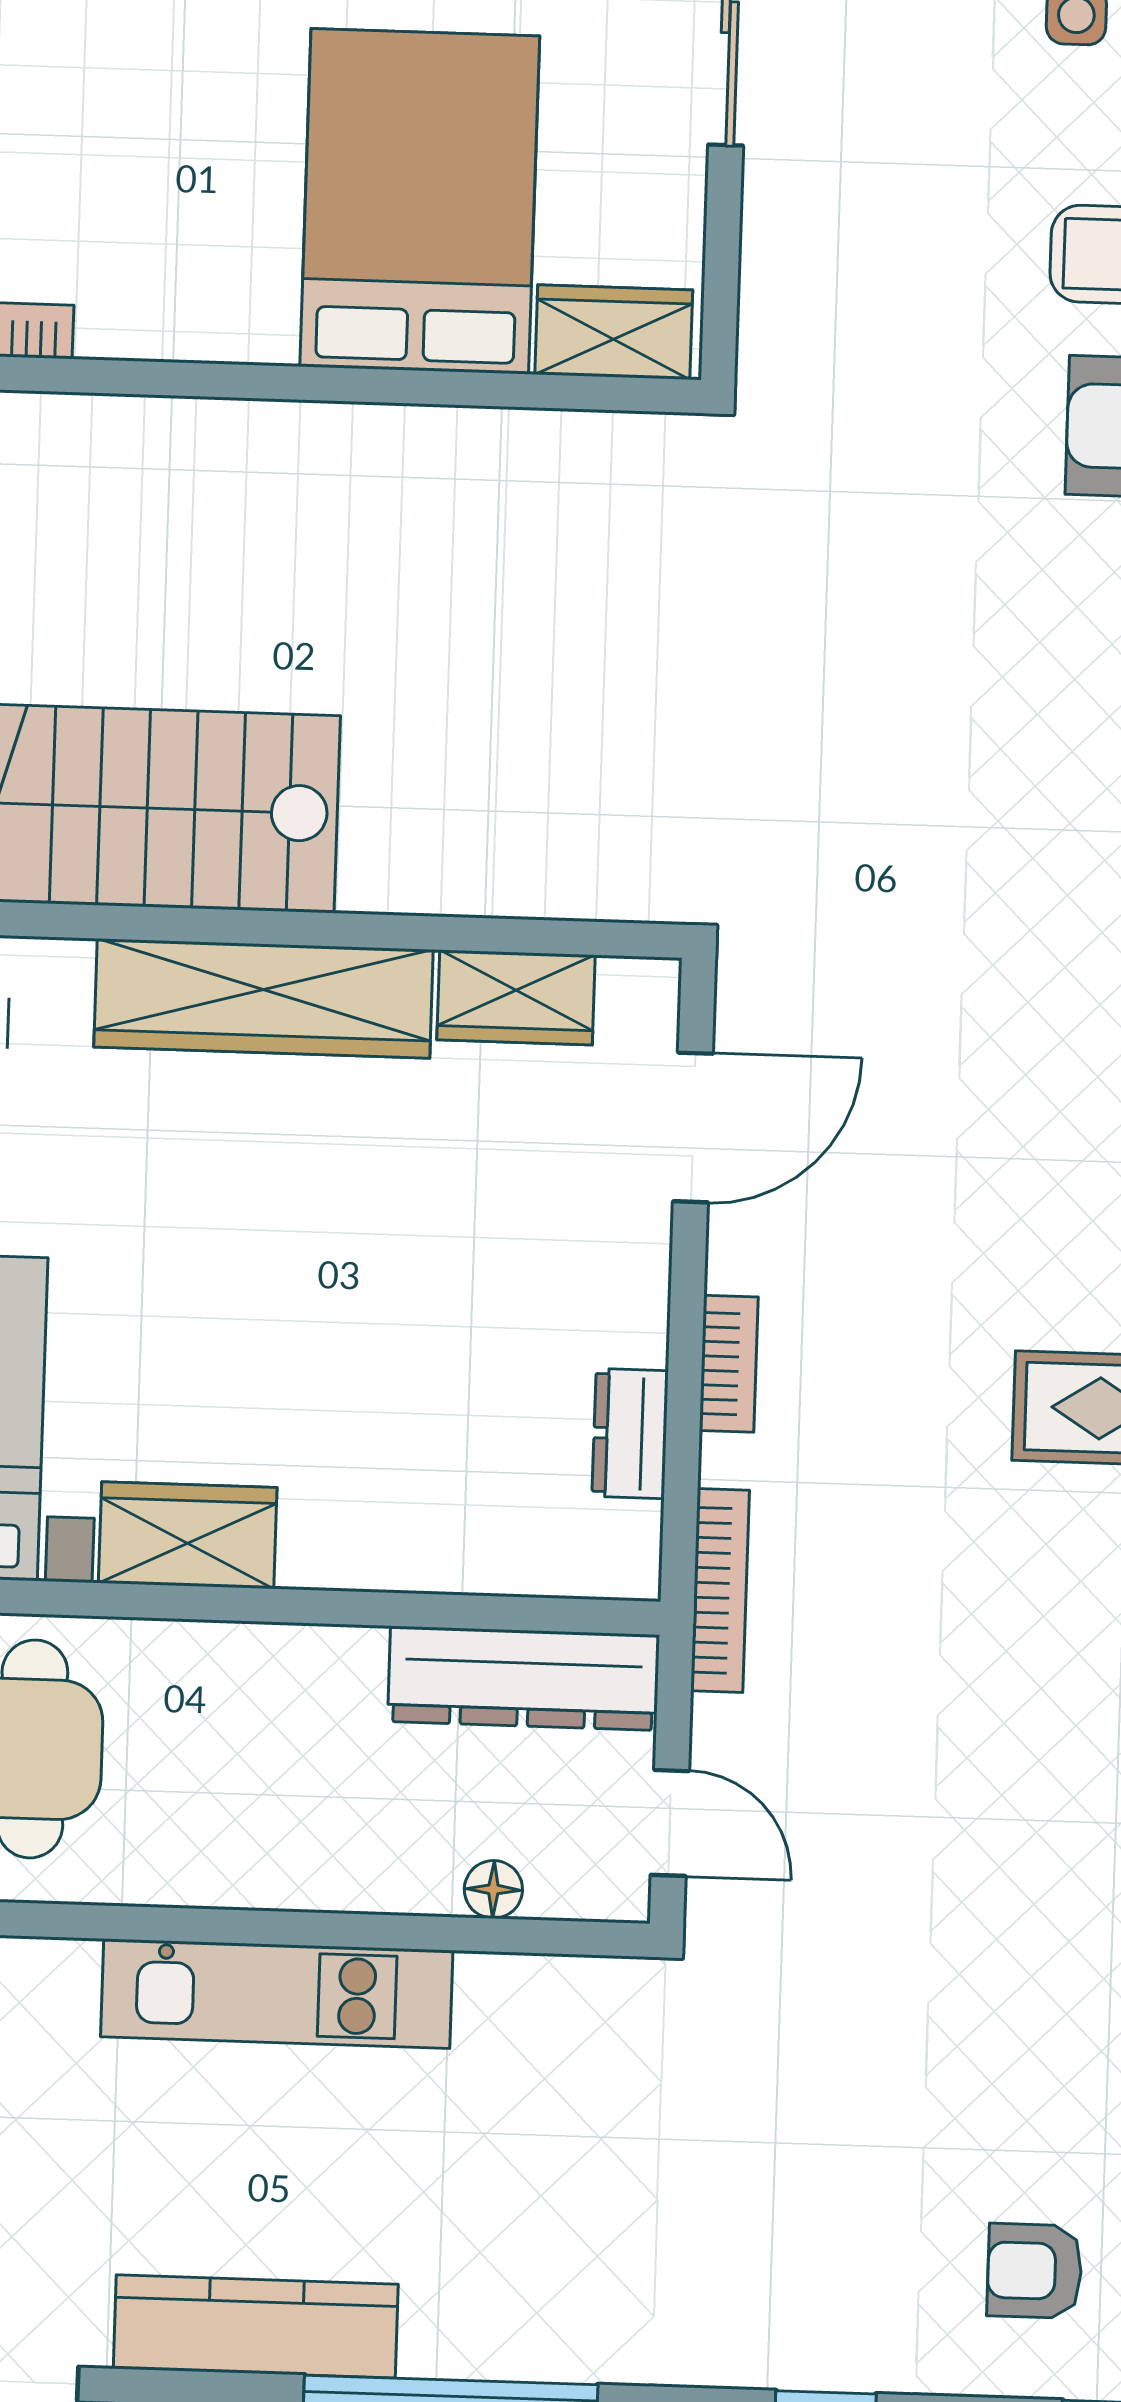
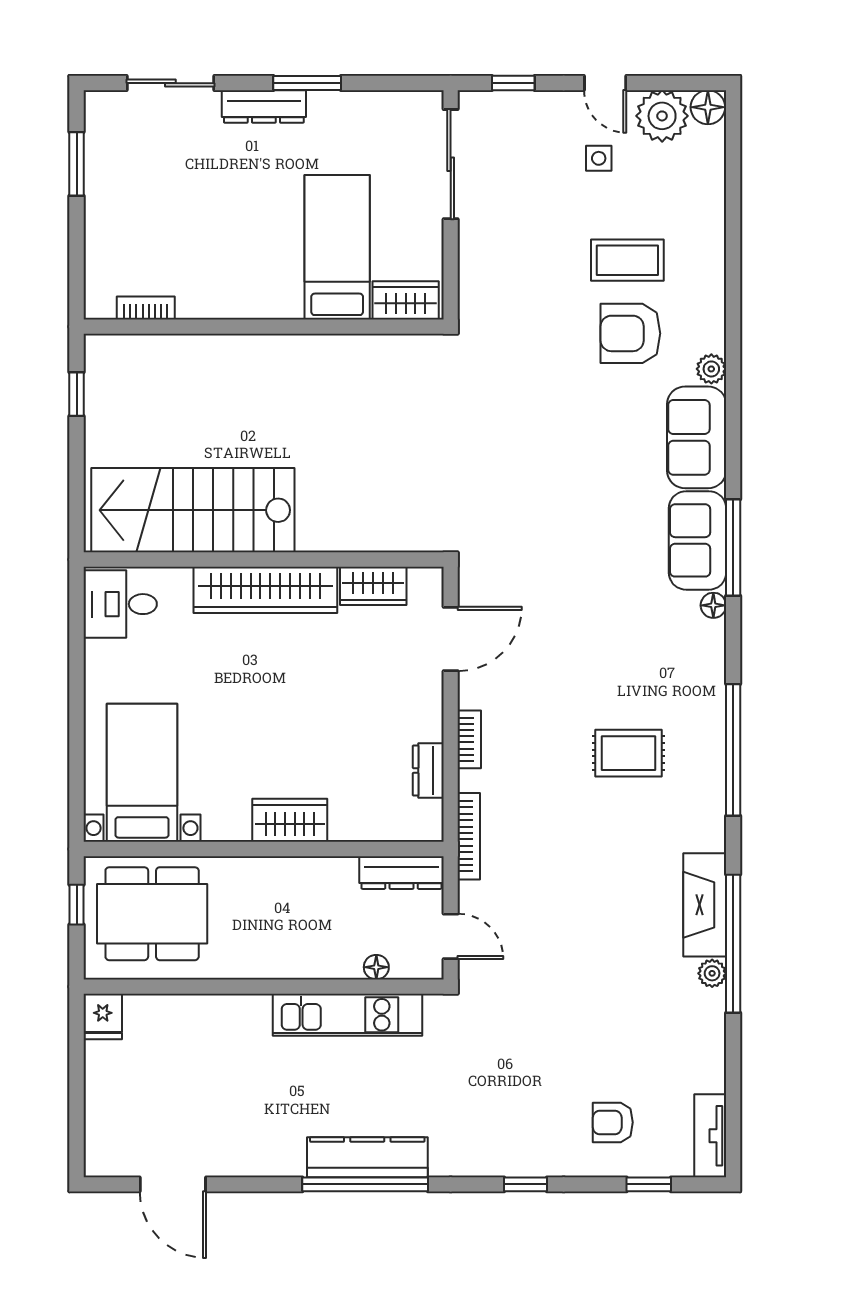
bed: (420, 201) -> (337, 247), width x0.67
wardrobe: (188, 1535) -> (290, 820), moved
dresser: (524, 1678) -> (402, 873), width x0.73, depth x0.80
kitchen unit: (277, 1994) -> (347, 1015), moved
kitchen counter: (256, 2326) -> (367, 1157), moved

